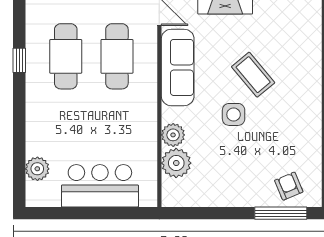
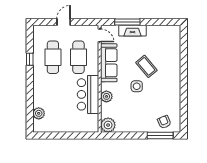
plant: (176, 163) -> (108, 125), moved
bar counter: (100, 186) -> (88, 94), moved, turned -90

